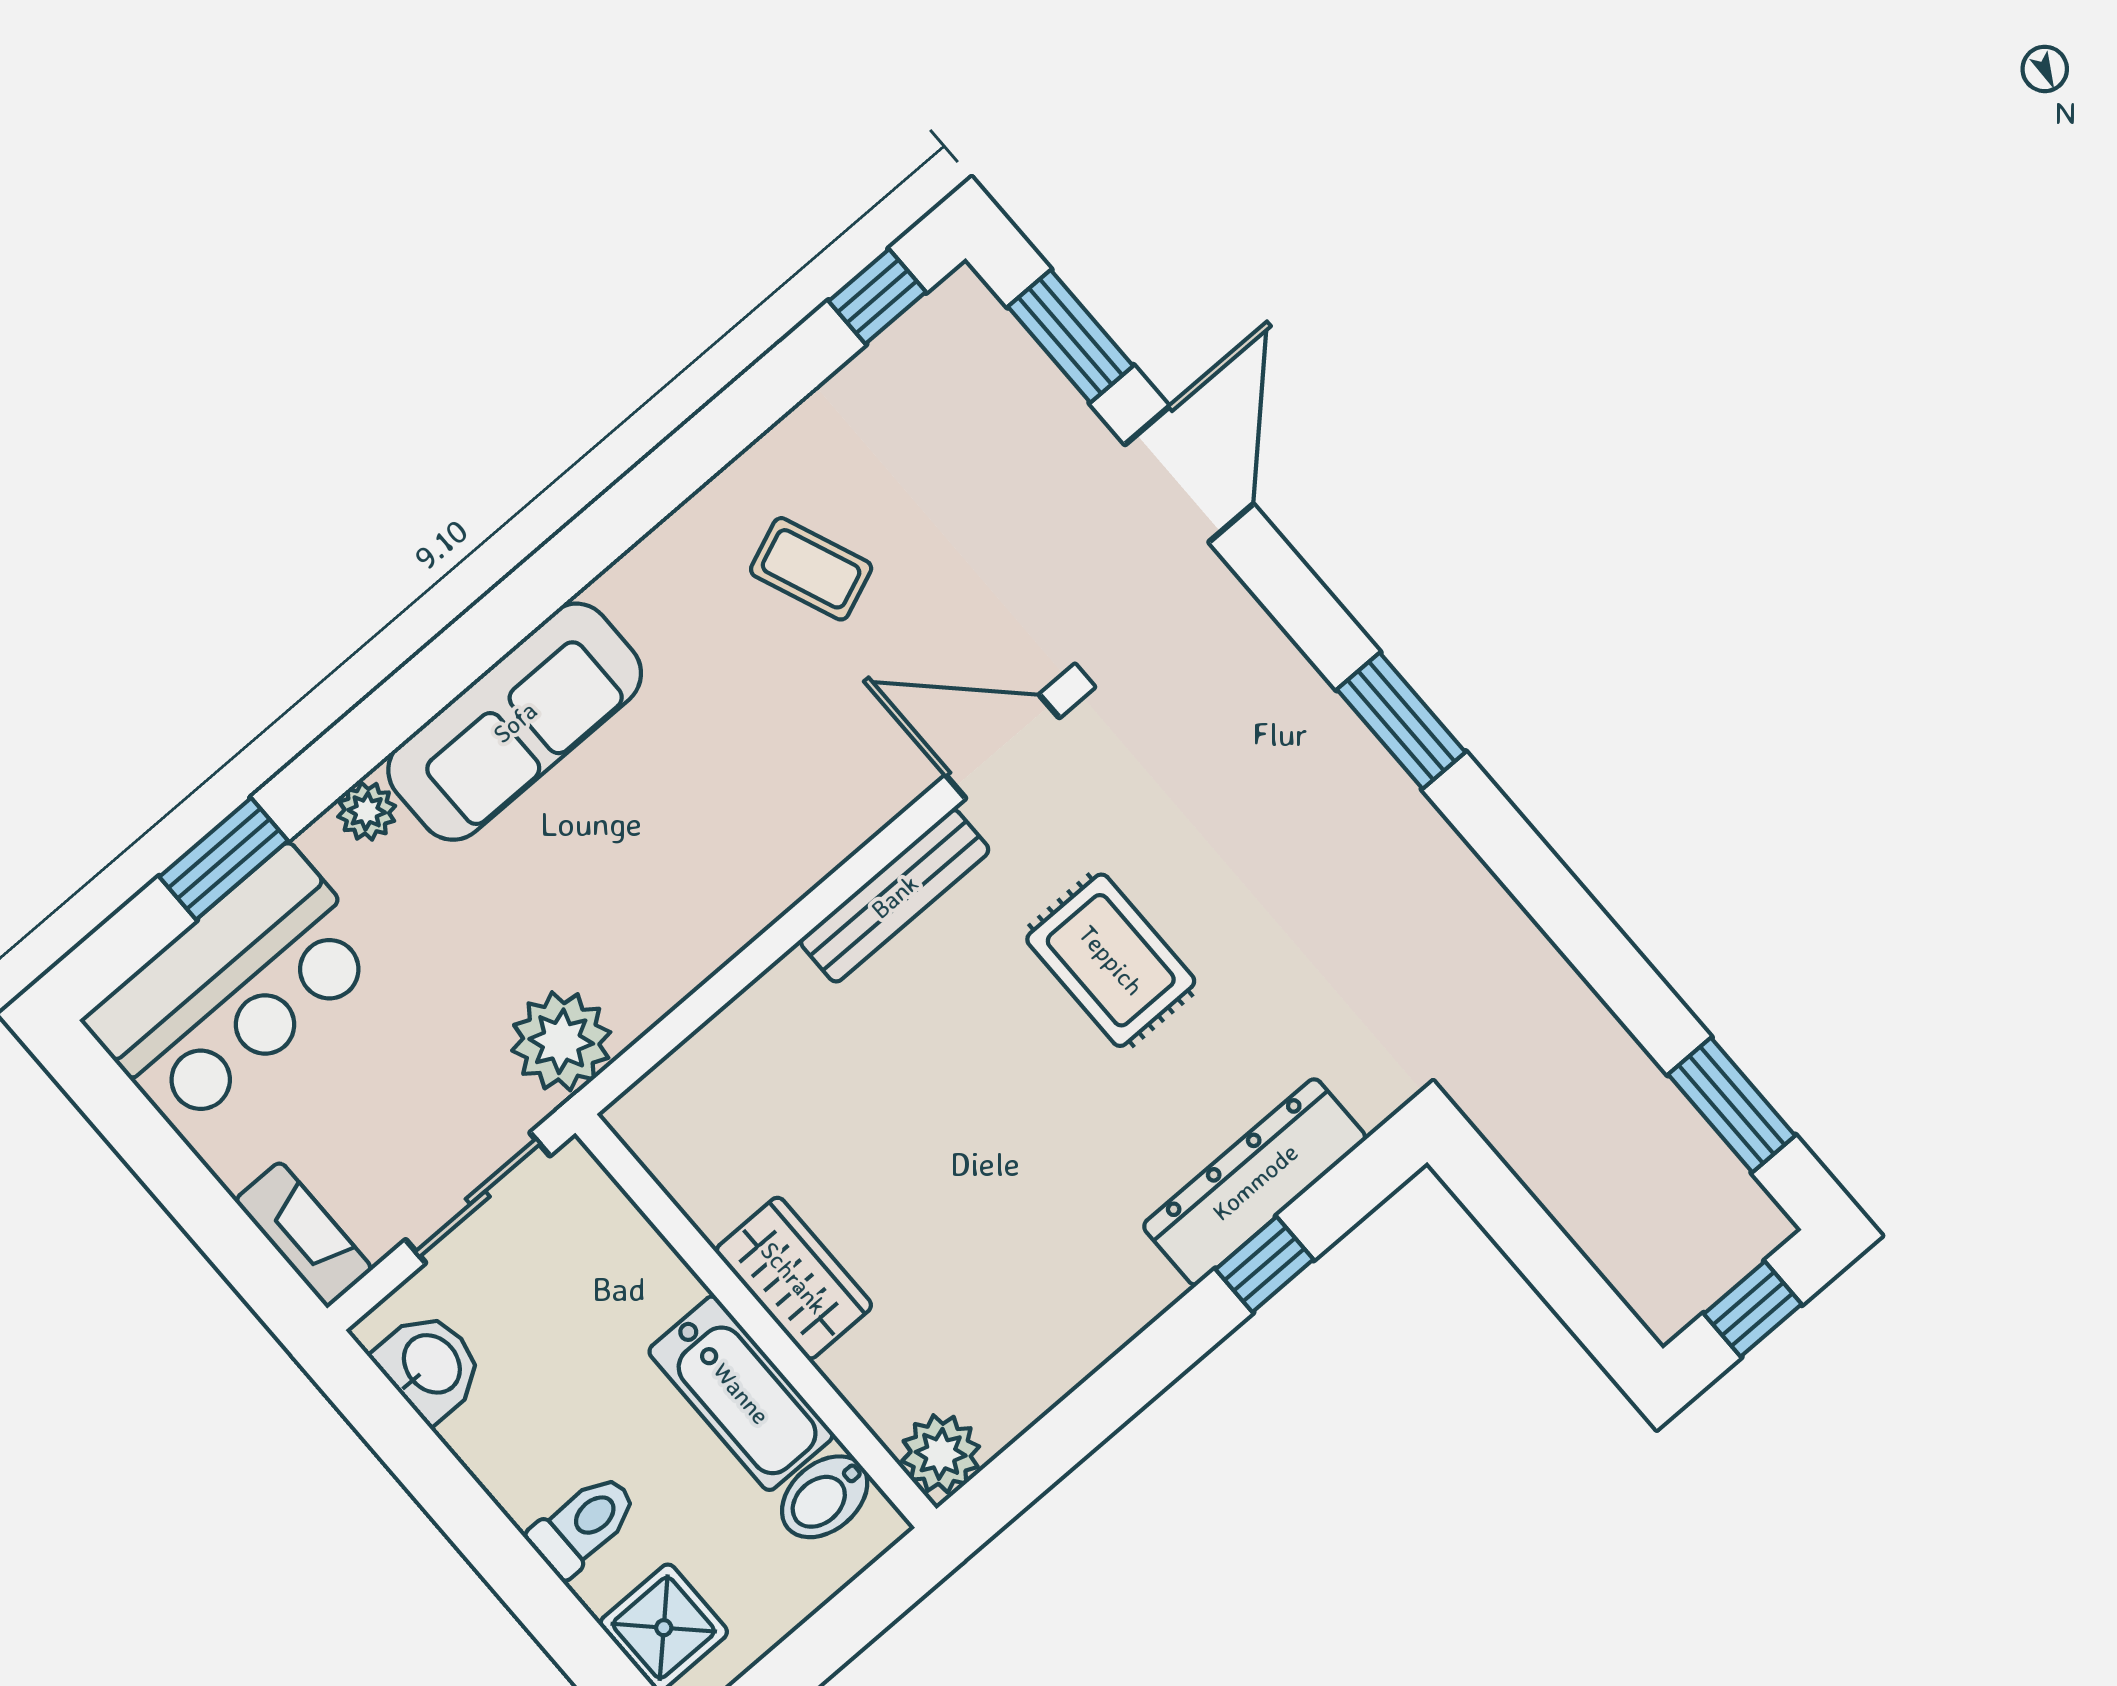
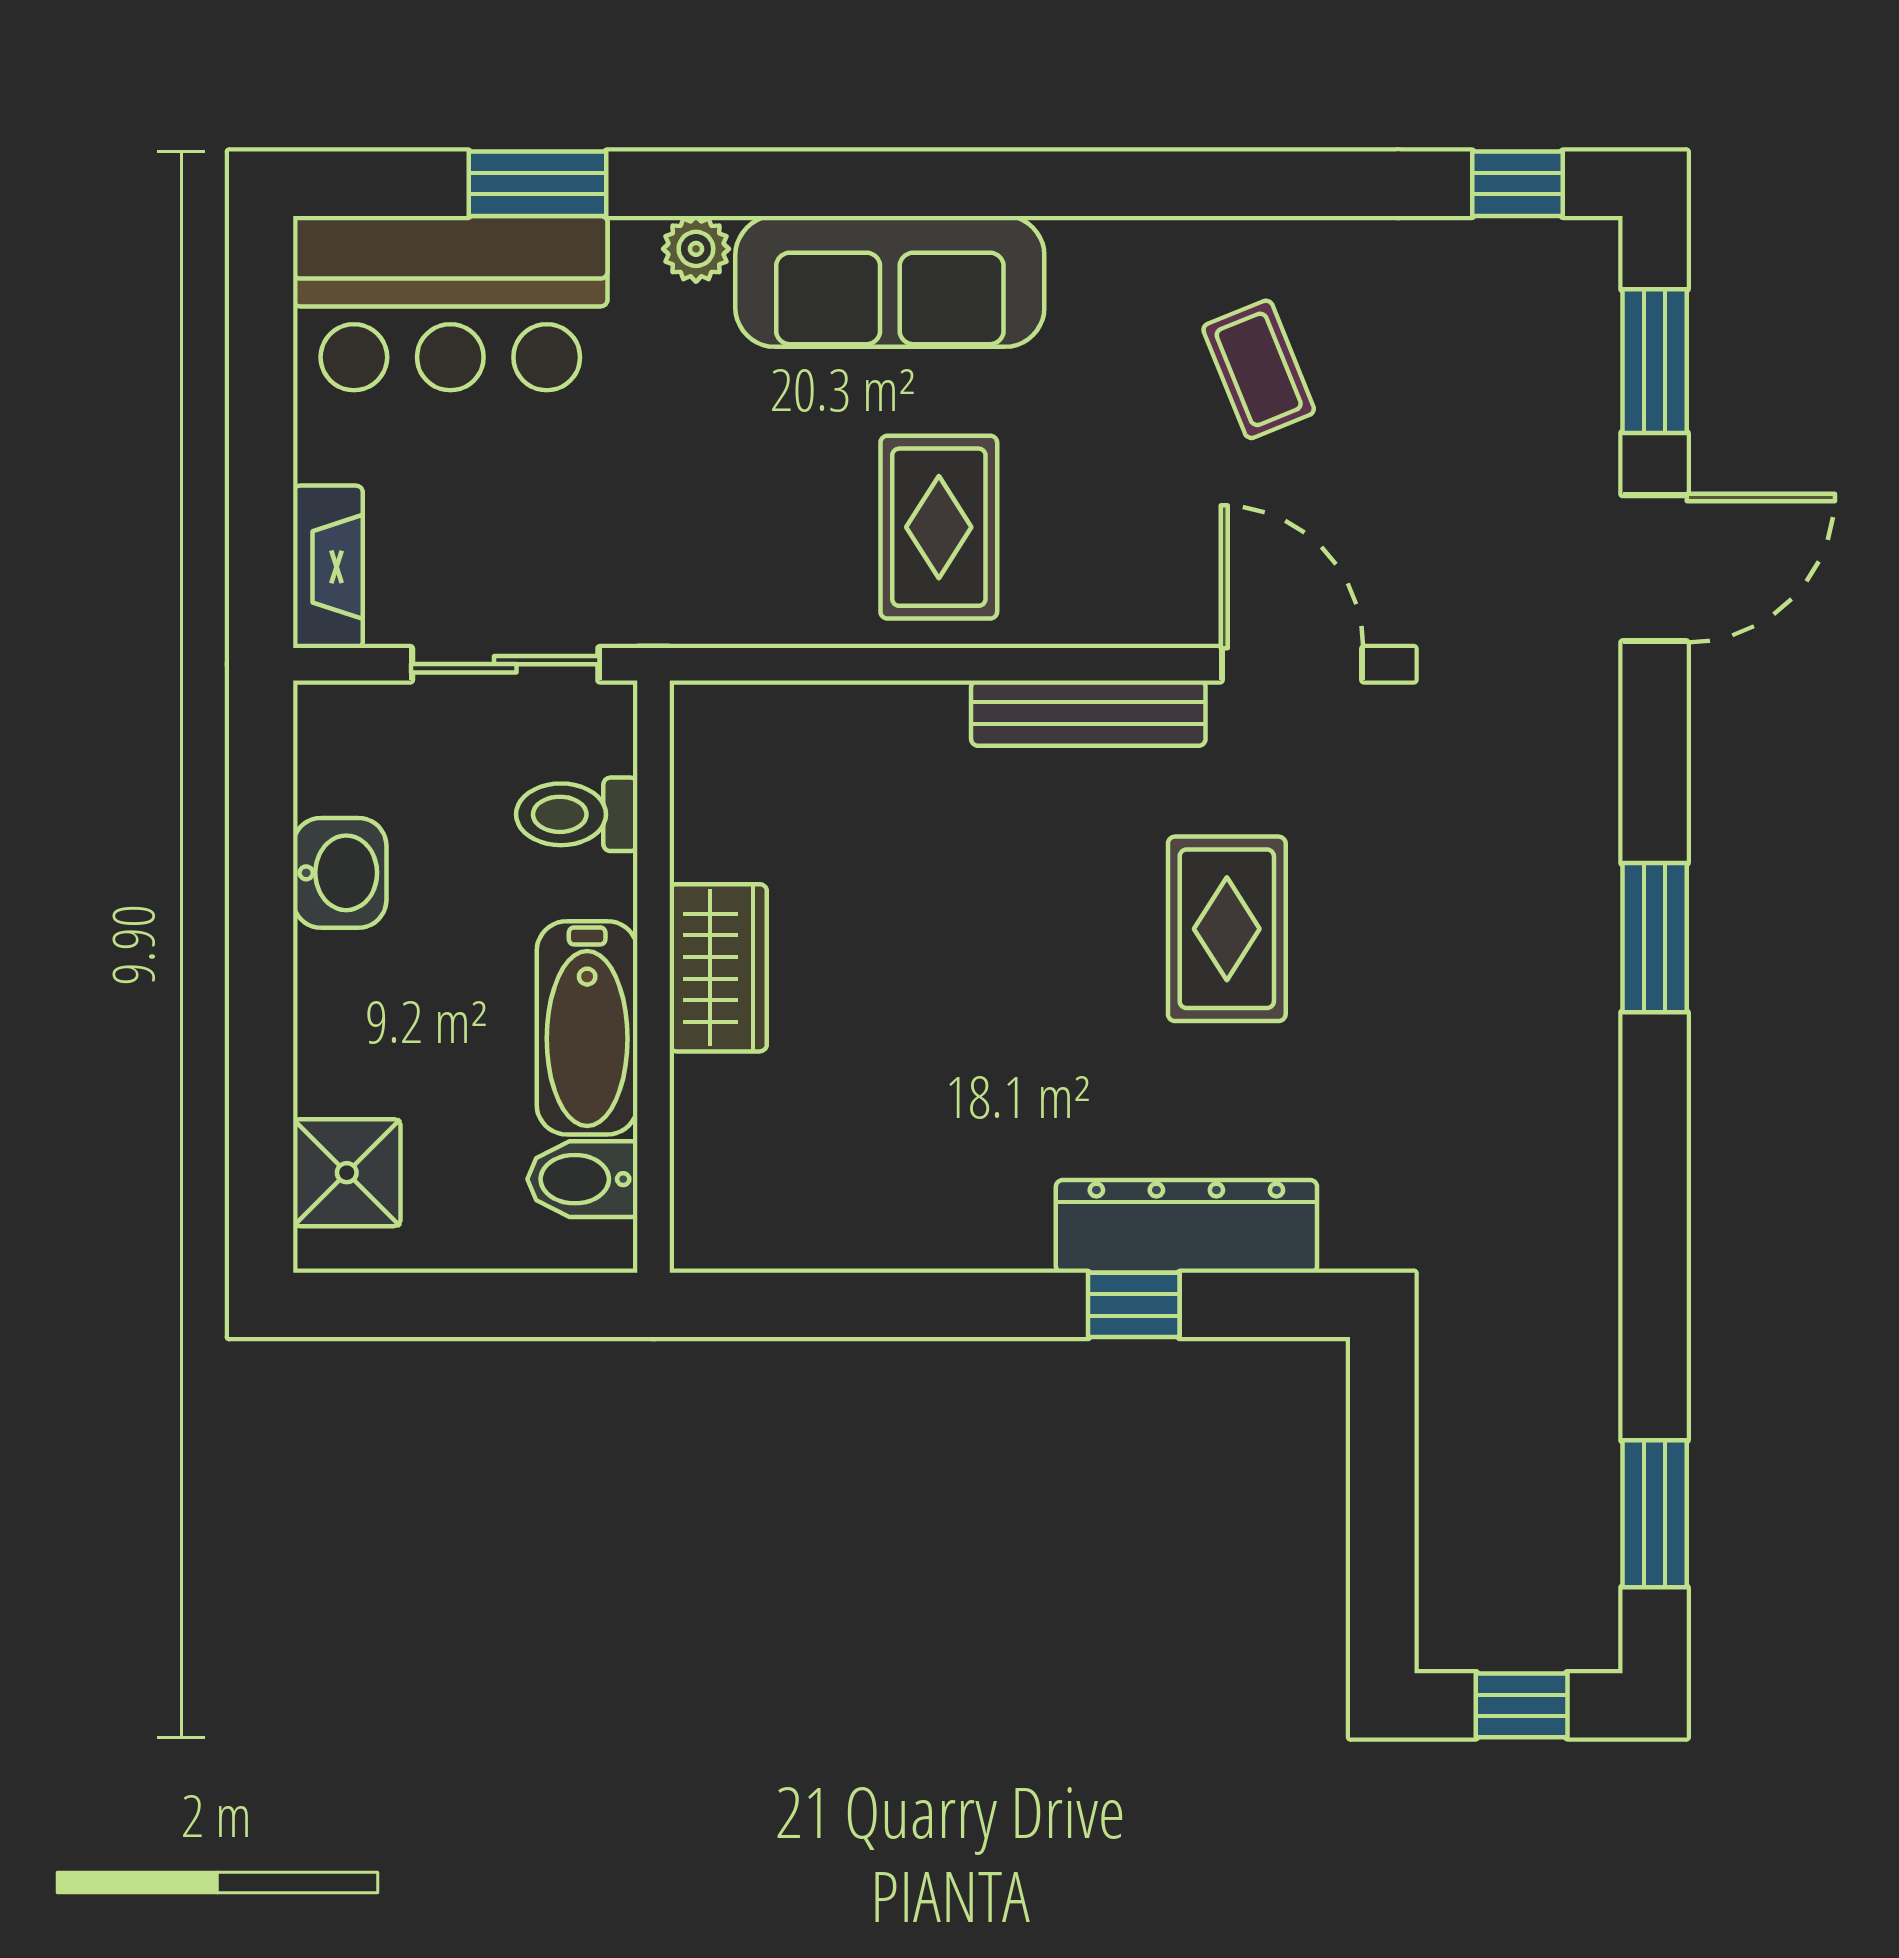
rug: (688, 858) -> (939, 527), added
plant: (561, 1041) -> (693, 591), removed
washbasin: (430, 1365) -> (340, 873), moved
plant: (941, 1454) -> (714, 1228), removed
toilet: (583, 1525) -> (577, 814), moved, turned 180

